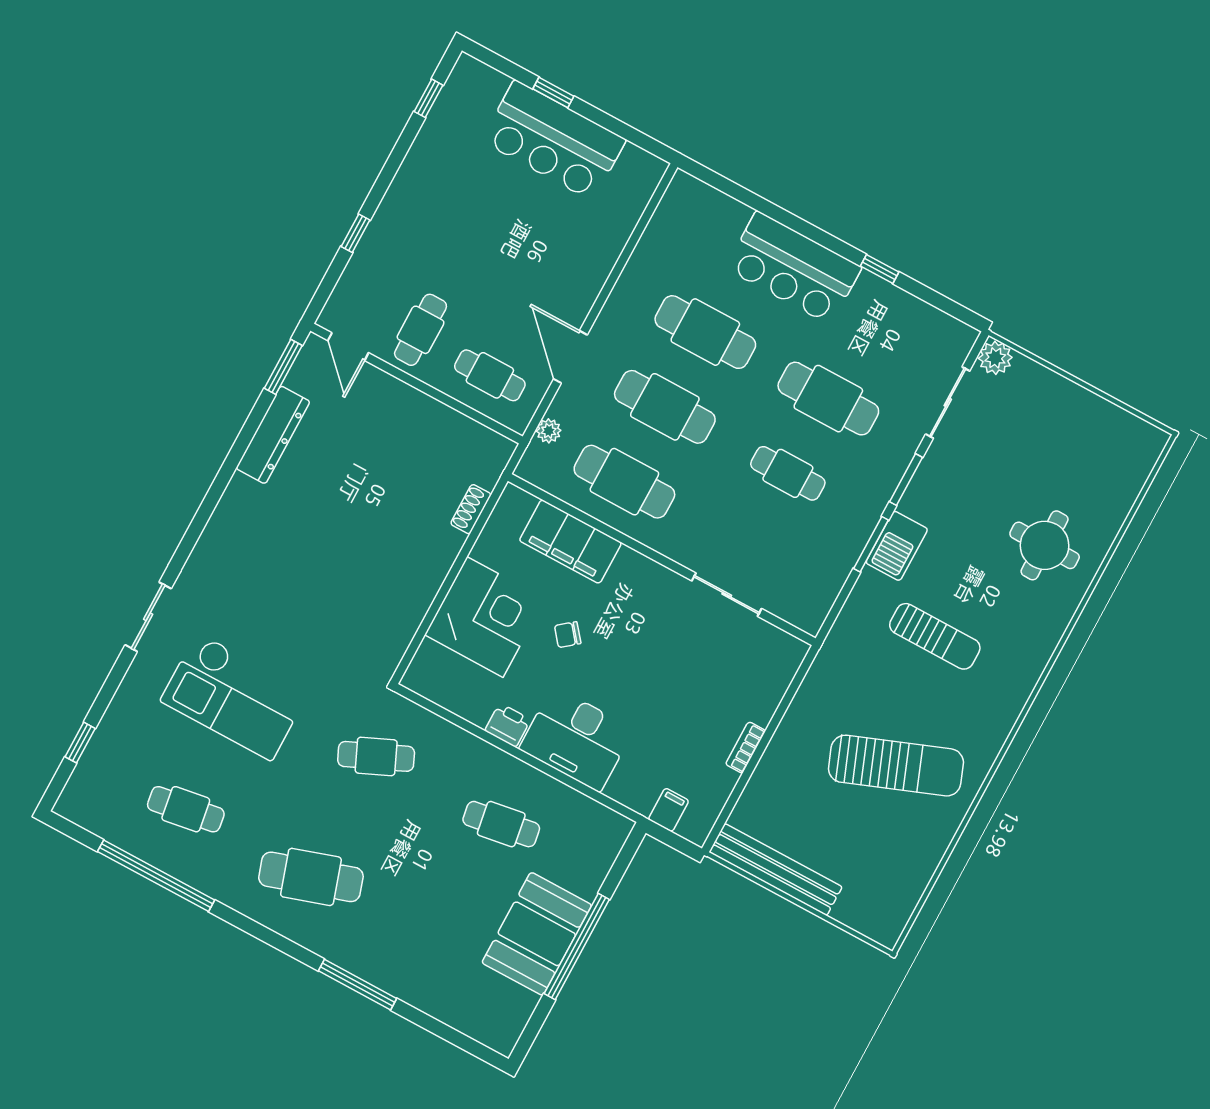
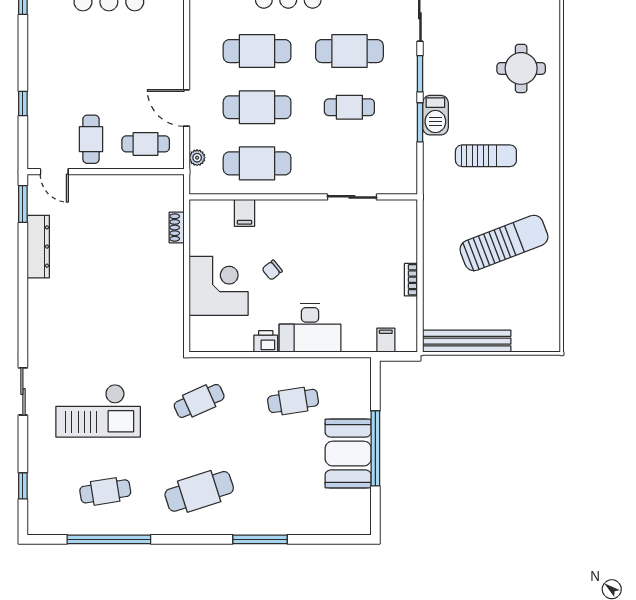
filing cabinet: (570, 542) -> (245, 213), width x0.33, depth x0.86

